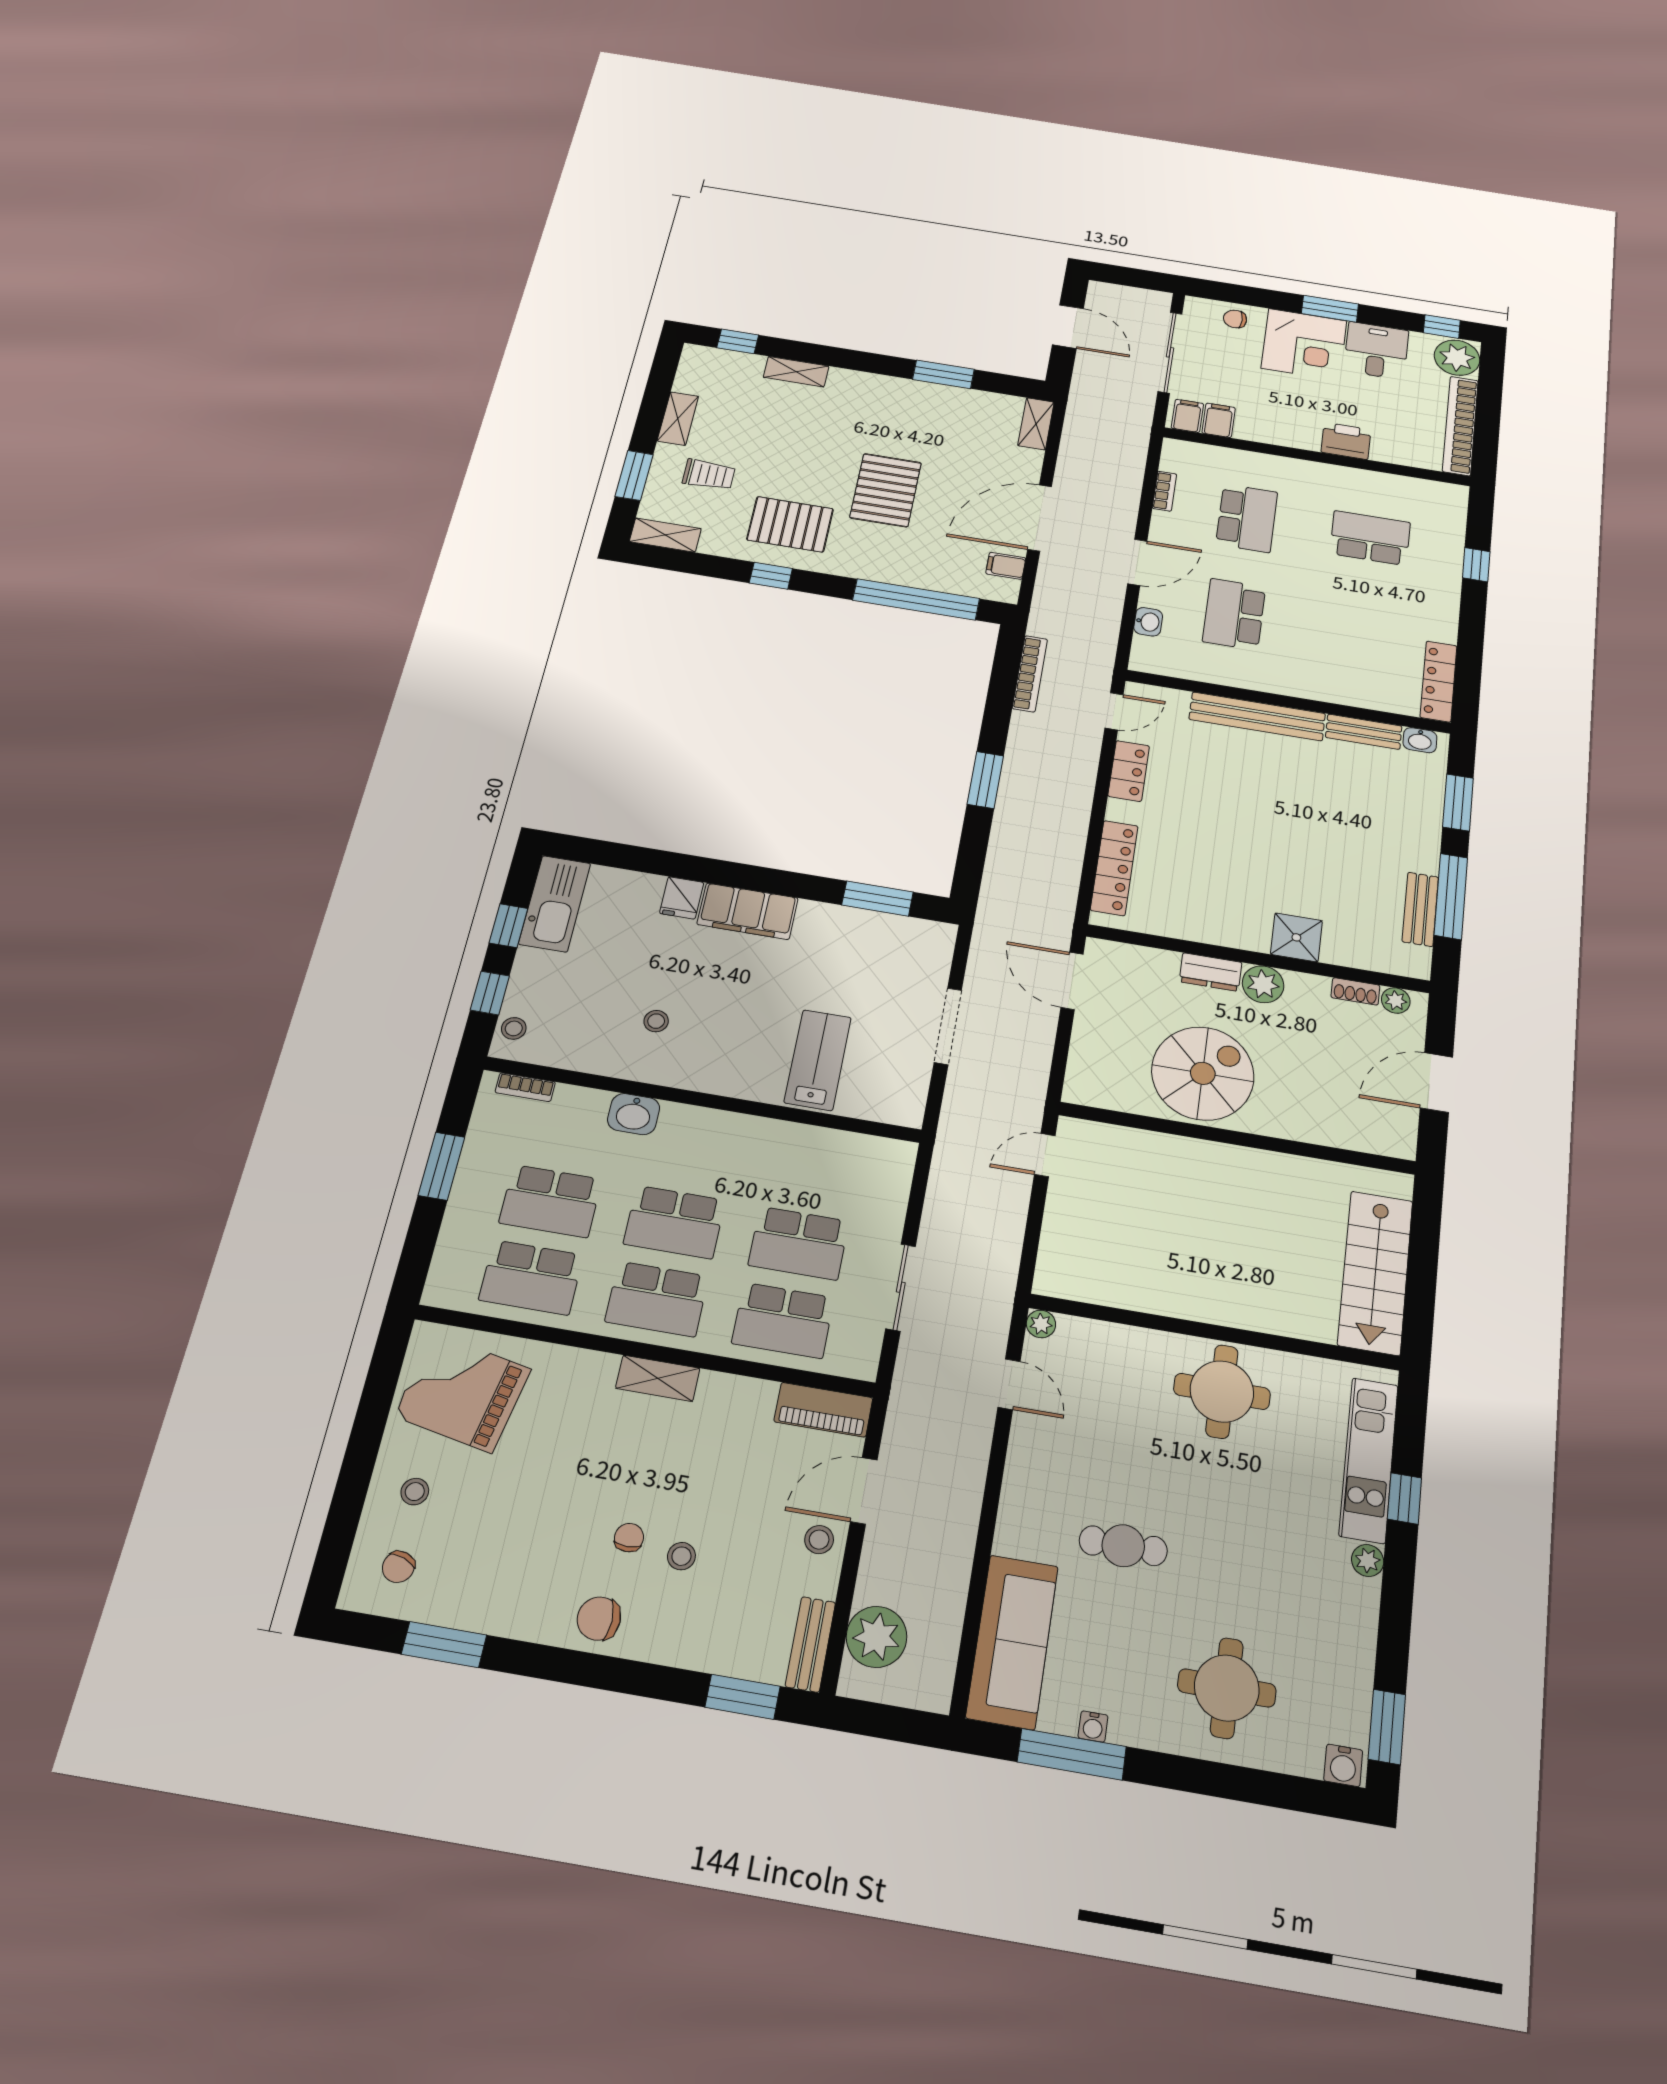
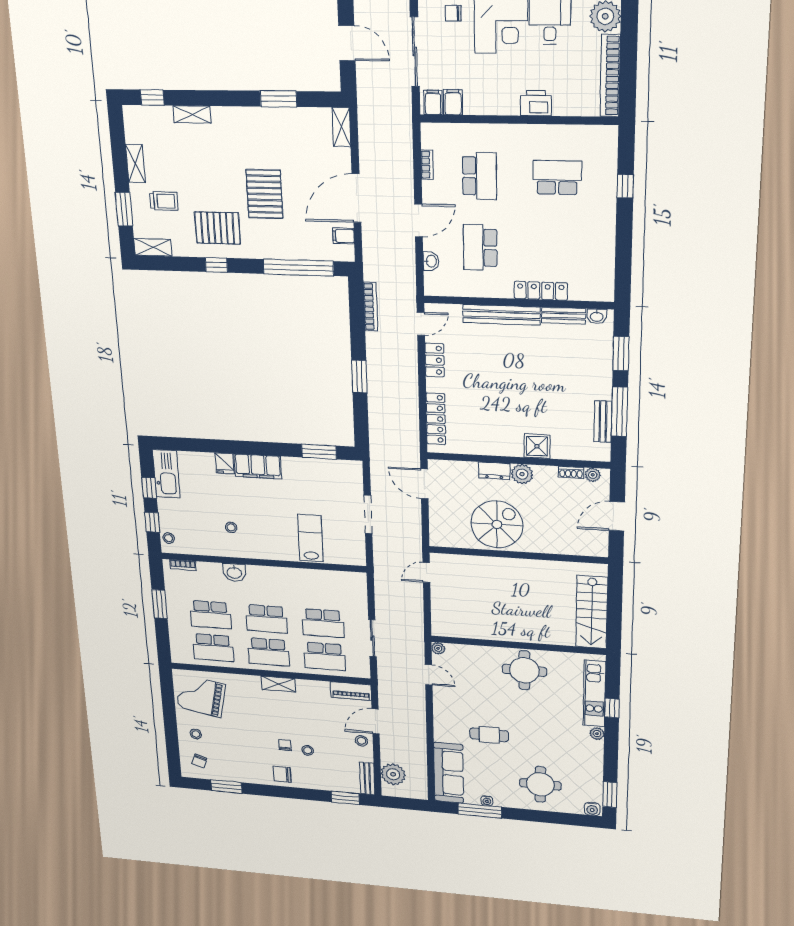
locker: (1439, 681) -> (541, 291), moved, turned 90

